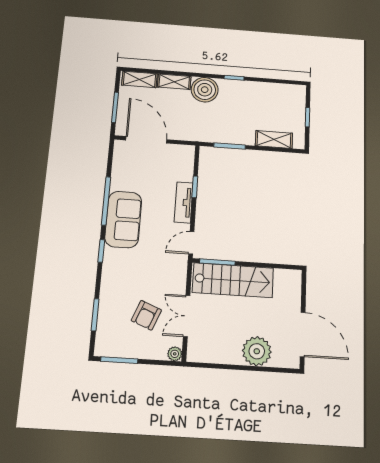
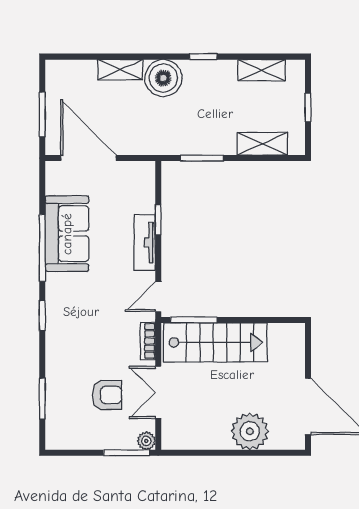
shelving: (139, 79) -> (262, 70), moved
sofa: (123, 219) -> (67, 234), moved
bookcase: (181, 276) -> (148, 341), added
armchair: (146, 315) -> (107, 395), turned -112
window: (119, 360) -> (127, 453), moved

